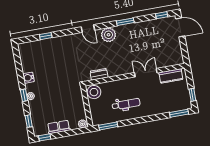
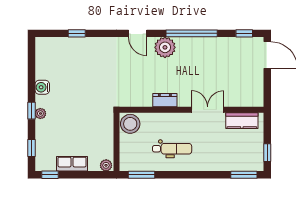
window: (125, 22) -> (192, 33), width x2.11
dresser: (99, 74) -> (165, 100), moved

